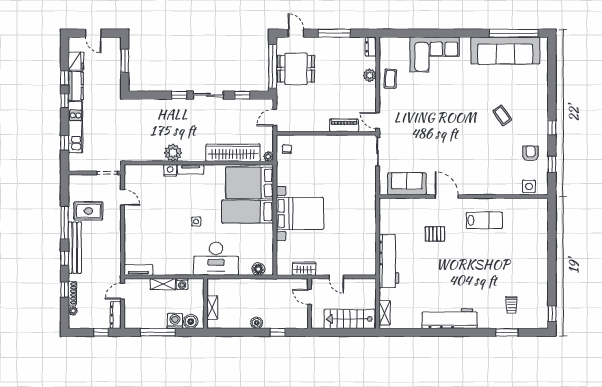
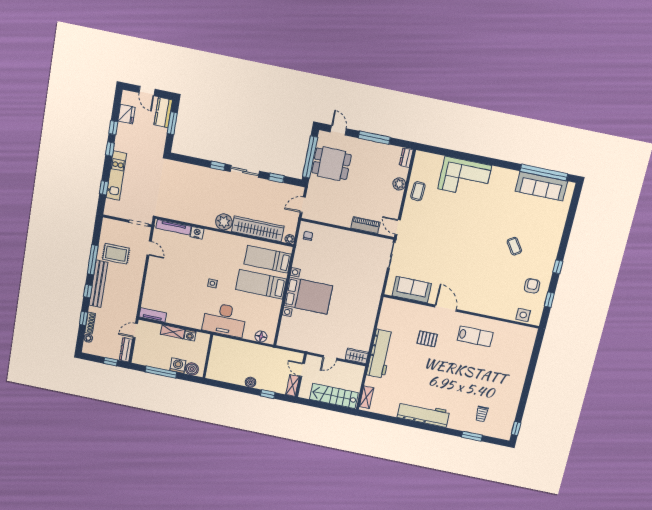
sofa: (505, 51) -> (541, 186), width x0.74, depth x0.79
kitchen counter: (76, 86) -> (163, 112), moved, turned 180
plant: (173, 153) -> (224, 222), moved
tv unit: (191, 169) -> (173, 227), moved, width x1.41
bed: (250, 183) -> (268, 259), width x0.67
wardrobe: (304, 269) -> (357, 356), moved
door: (336, 277) -> (330, 358), hinge flipped
shelving: (212, 308) -> (293, 385), moved

